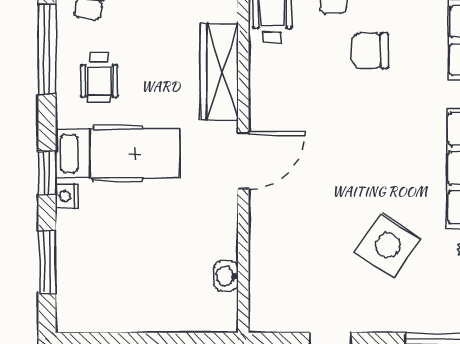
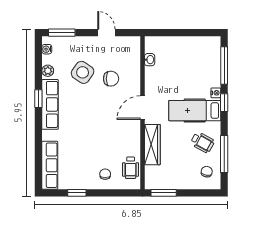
chair: (370, 50) -> (111, 79), moved
wheelchair: (99, 77) -> (202, 142), turned 119
window: (47, 262) -> (224, 66), width x1.44

